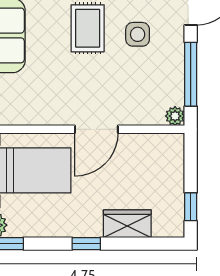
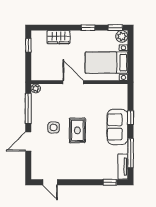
door: (96, 129) -> (73, 82), hinge flipped
window: (86, 244) -> (88, 28), moved

